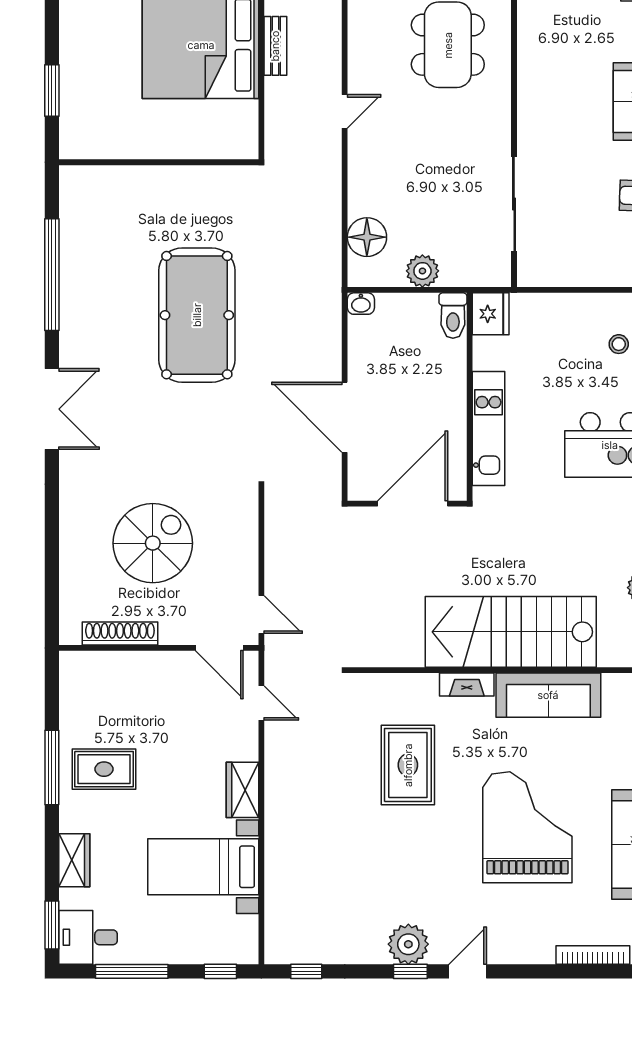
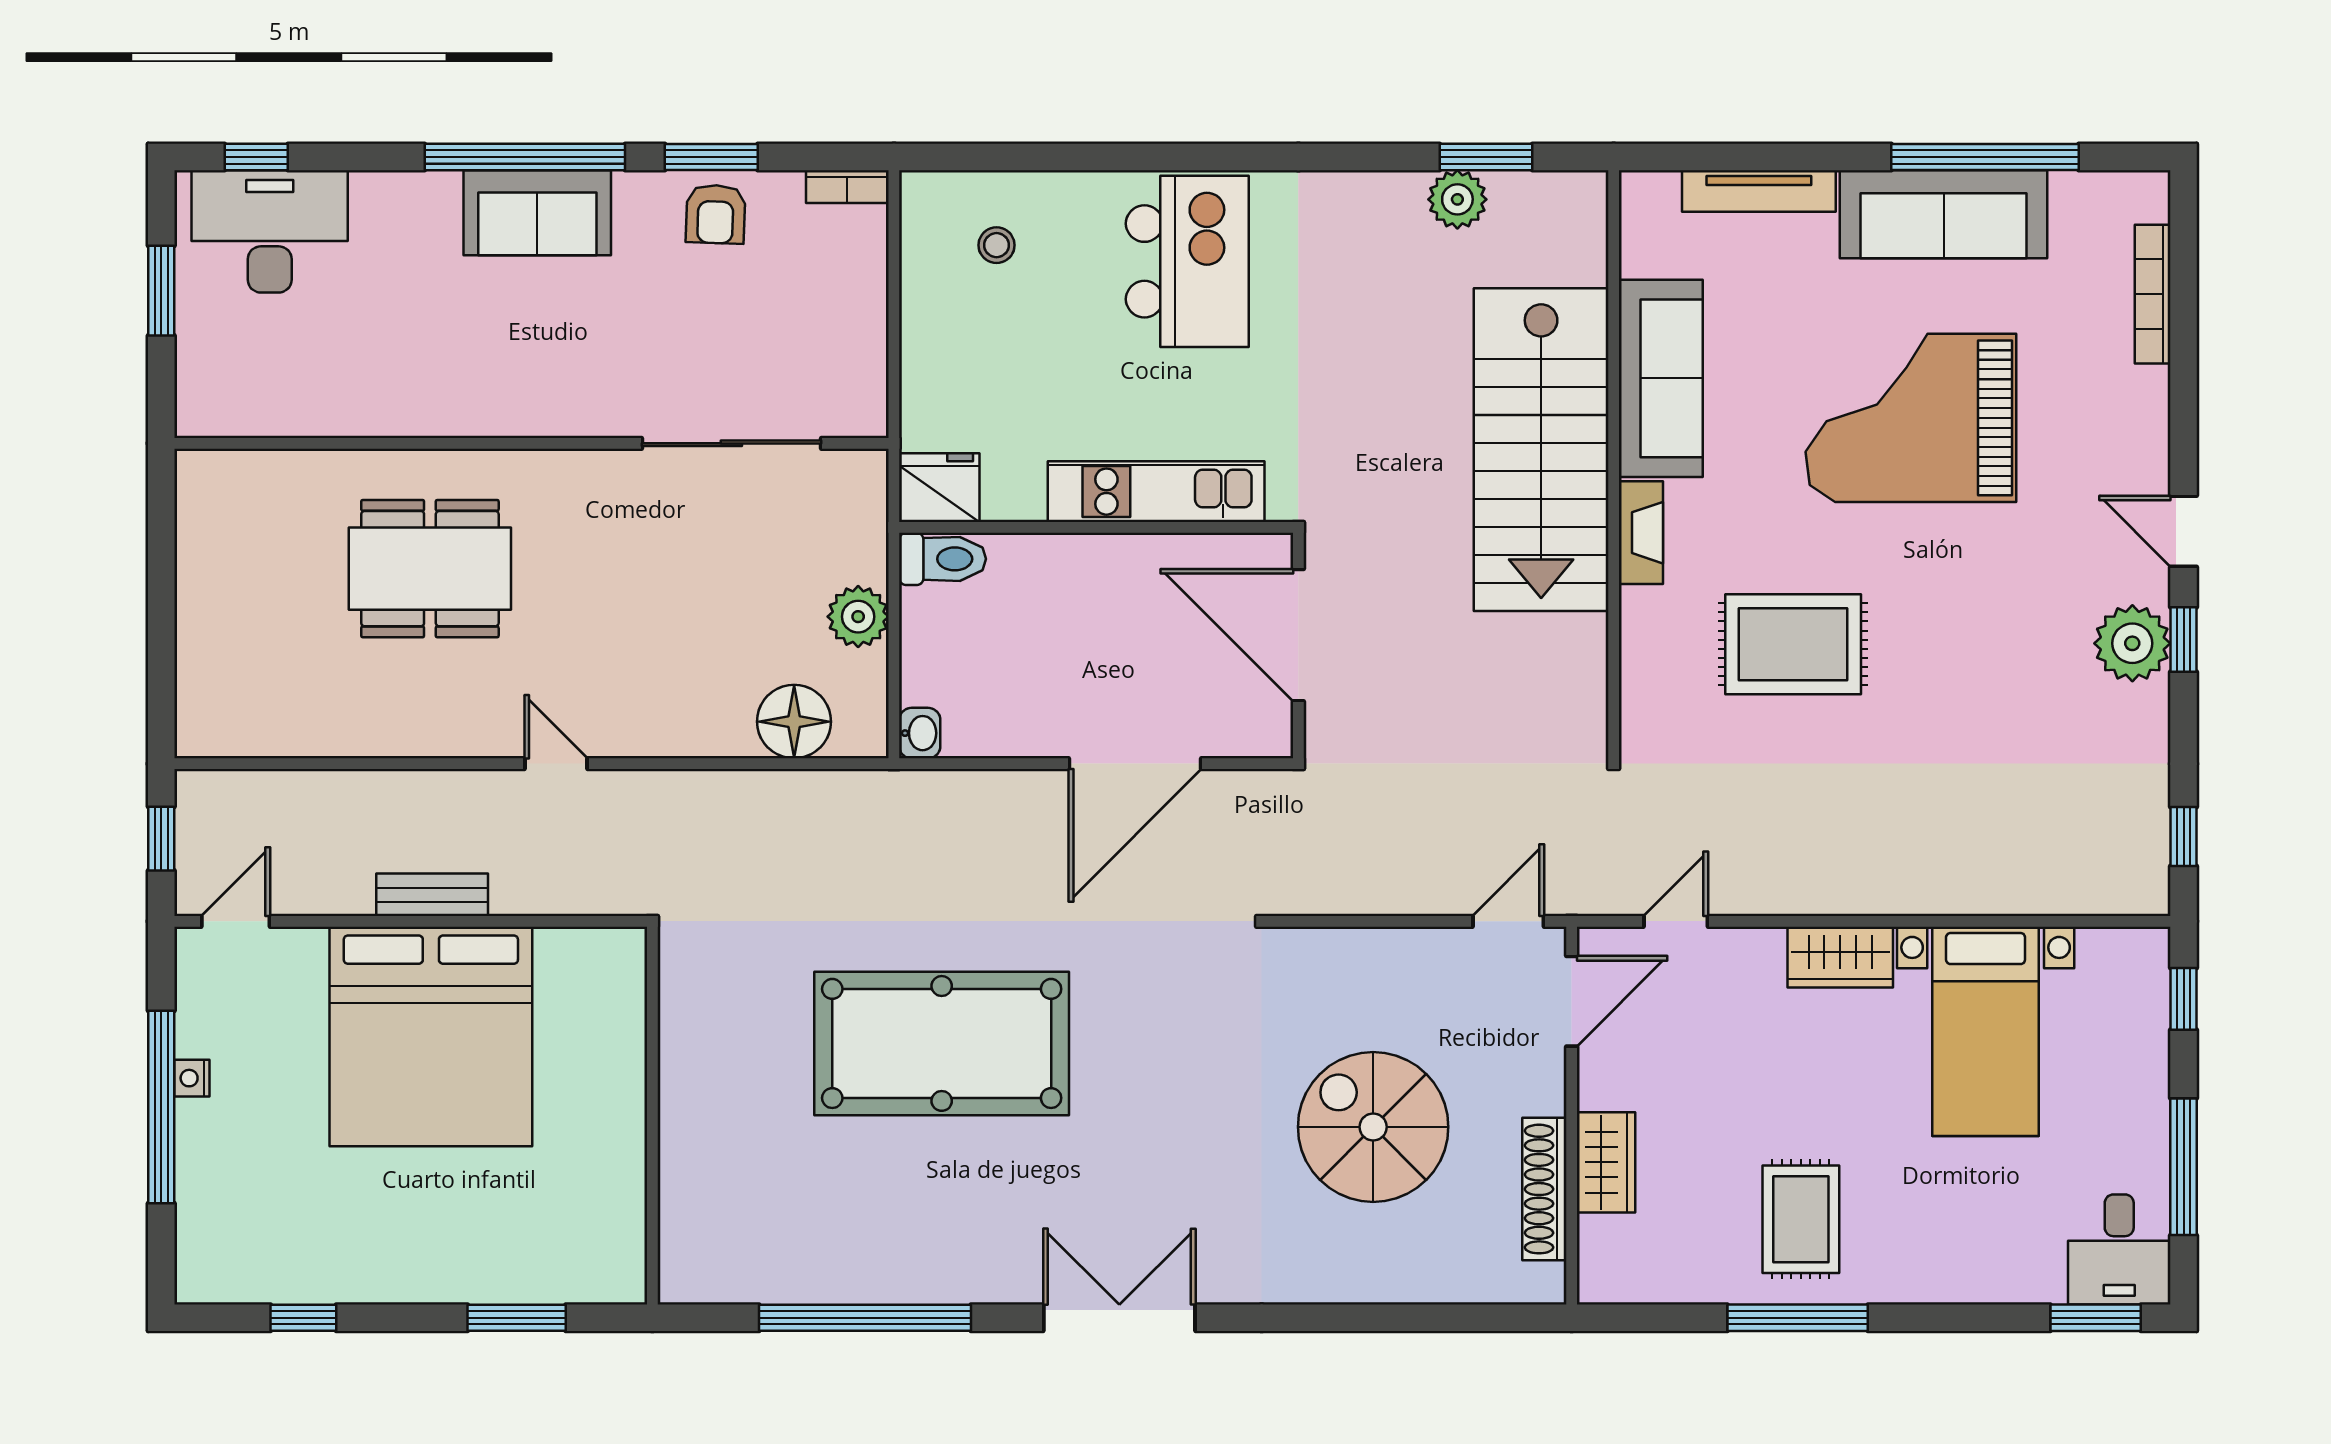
wardrobe: (74, 860) -> (1606, 1162), moved, turned 90

